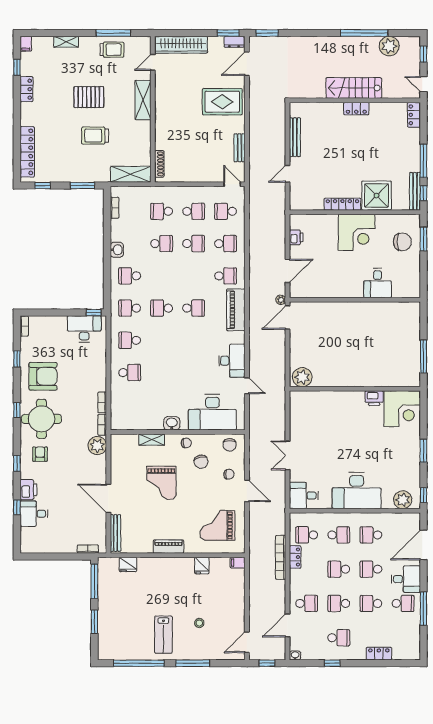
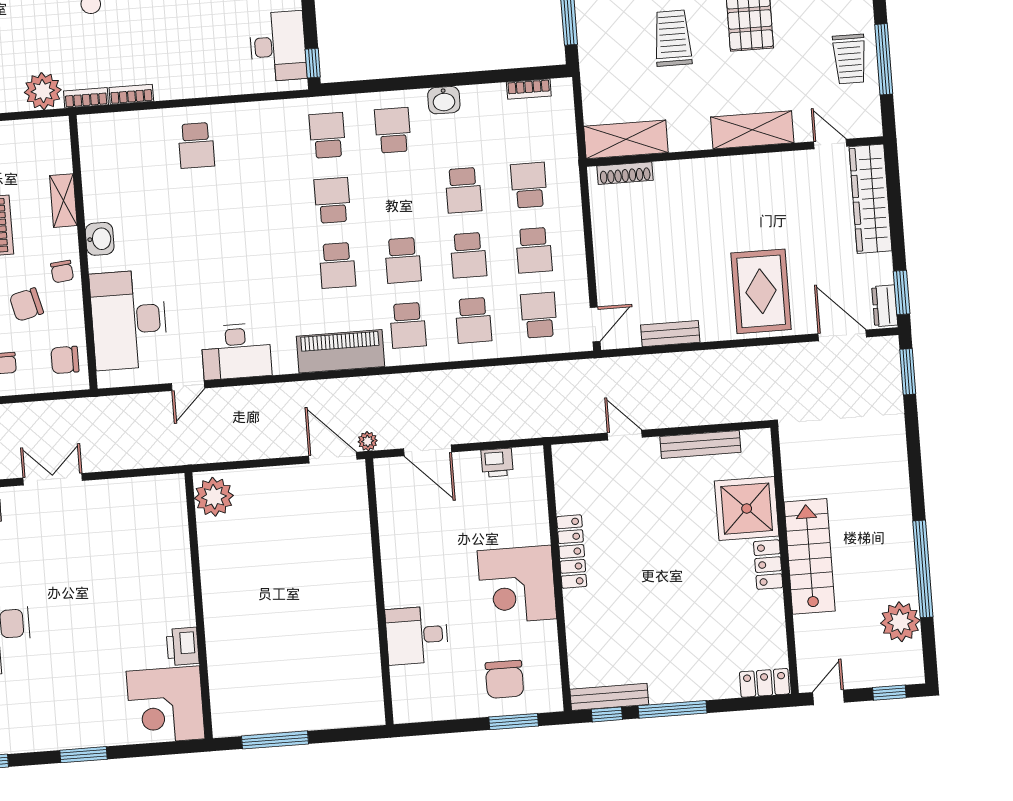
shelving: (131, 174) -> (626, 139), moved, turned 90
shower: (376, 196) -> (747, 509), moved
school desk: (130, 340) -> (403, 260), moved, turned 180

